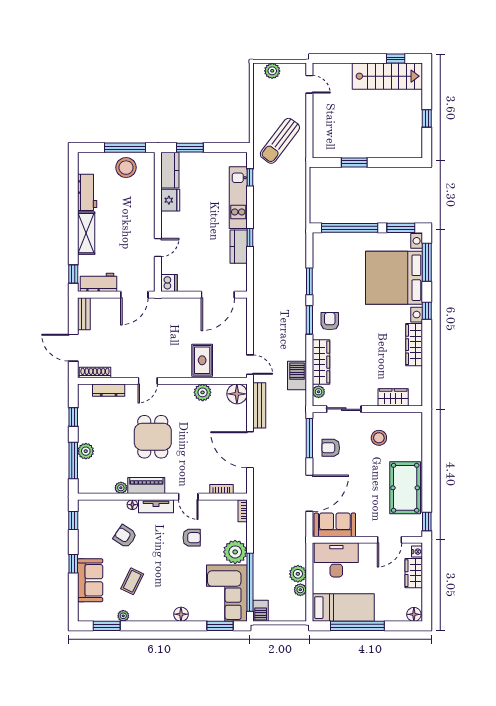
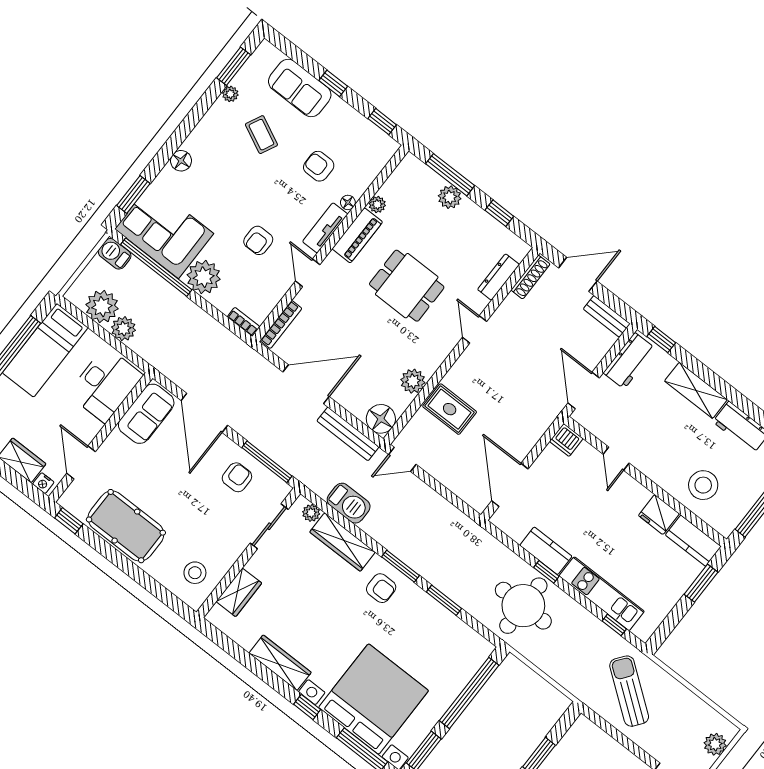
stool: (126, 168) -> (703, 485), moved
round table: (278, 236) -> (523, 606), added
stool: (379, 438) -> (195, 573), moved
bookcase: (222, 489) -> (281, 325), width x1.56
door: (188, 497) -> (308, 273), hinge flipped
armchair: (125, 536) -> (319, 166), turned -123
plant: (300, 590) -> (102, 307), width x1.88, depth x1.88

